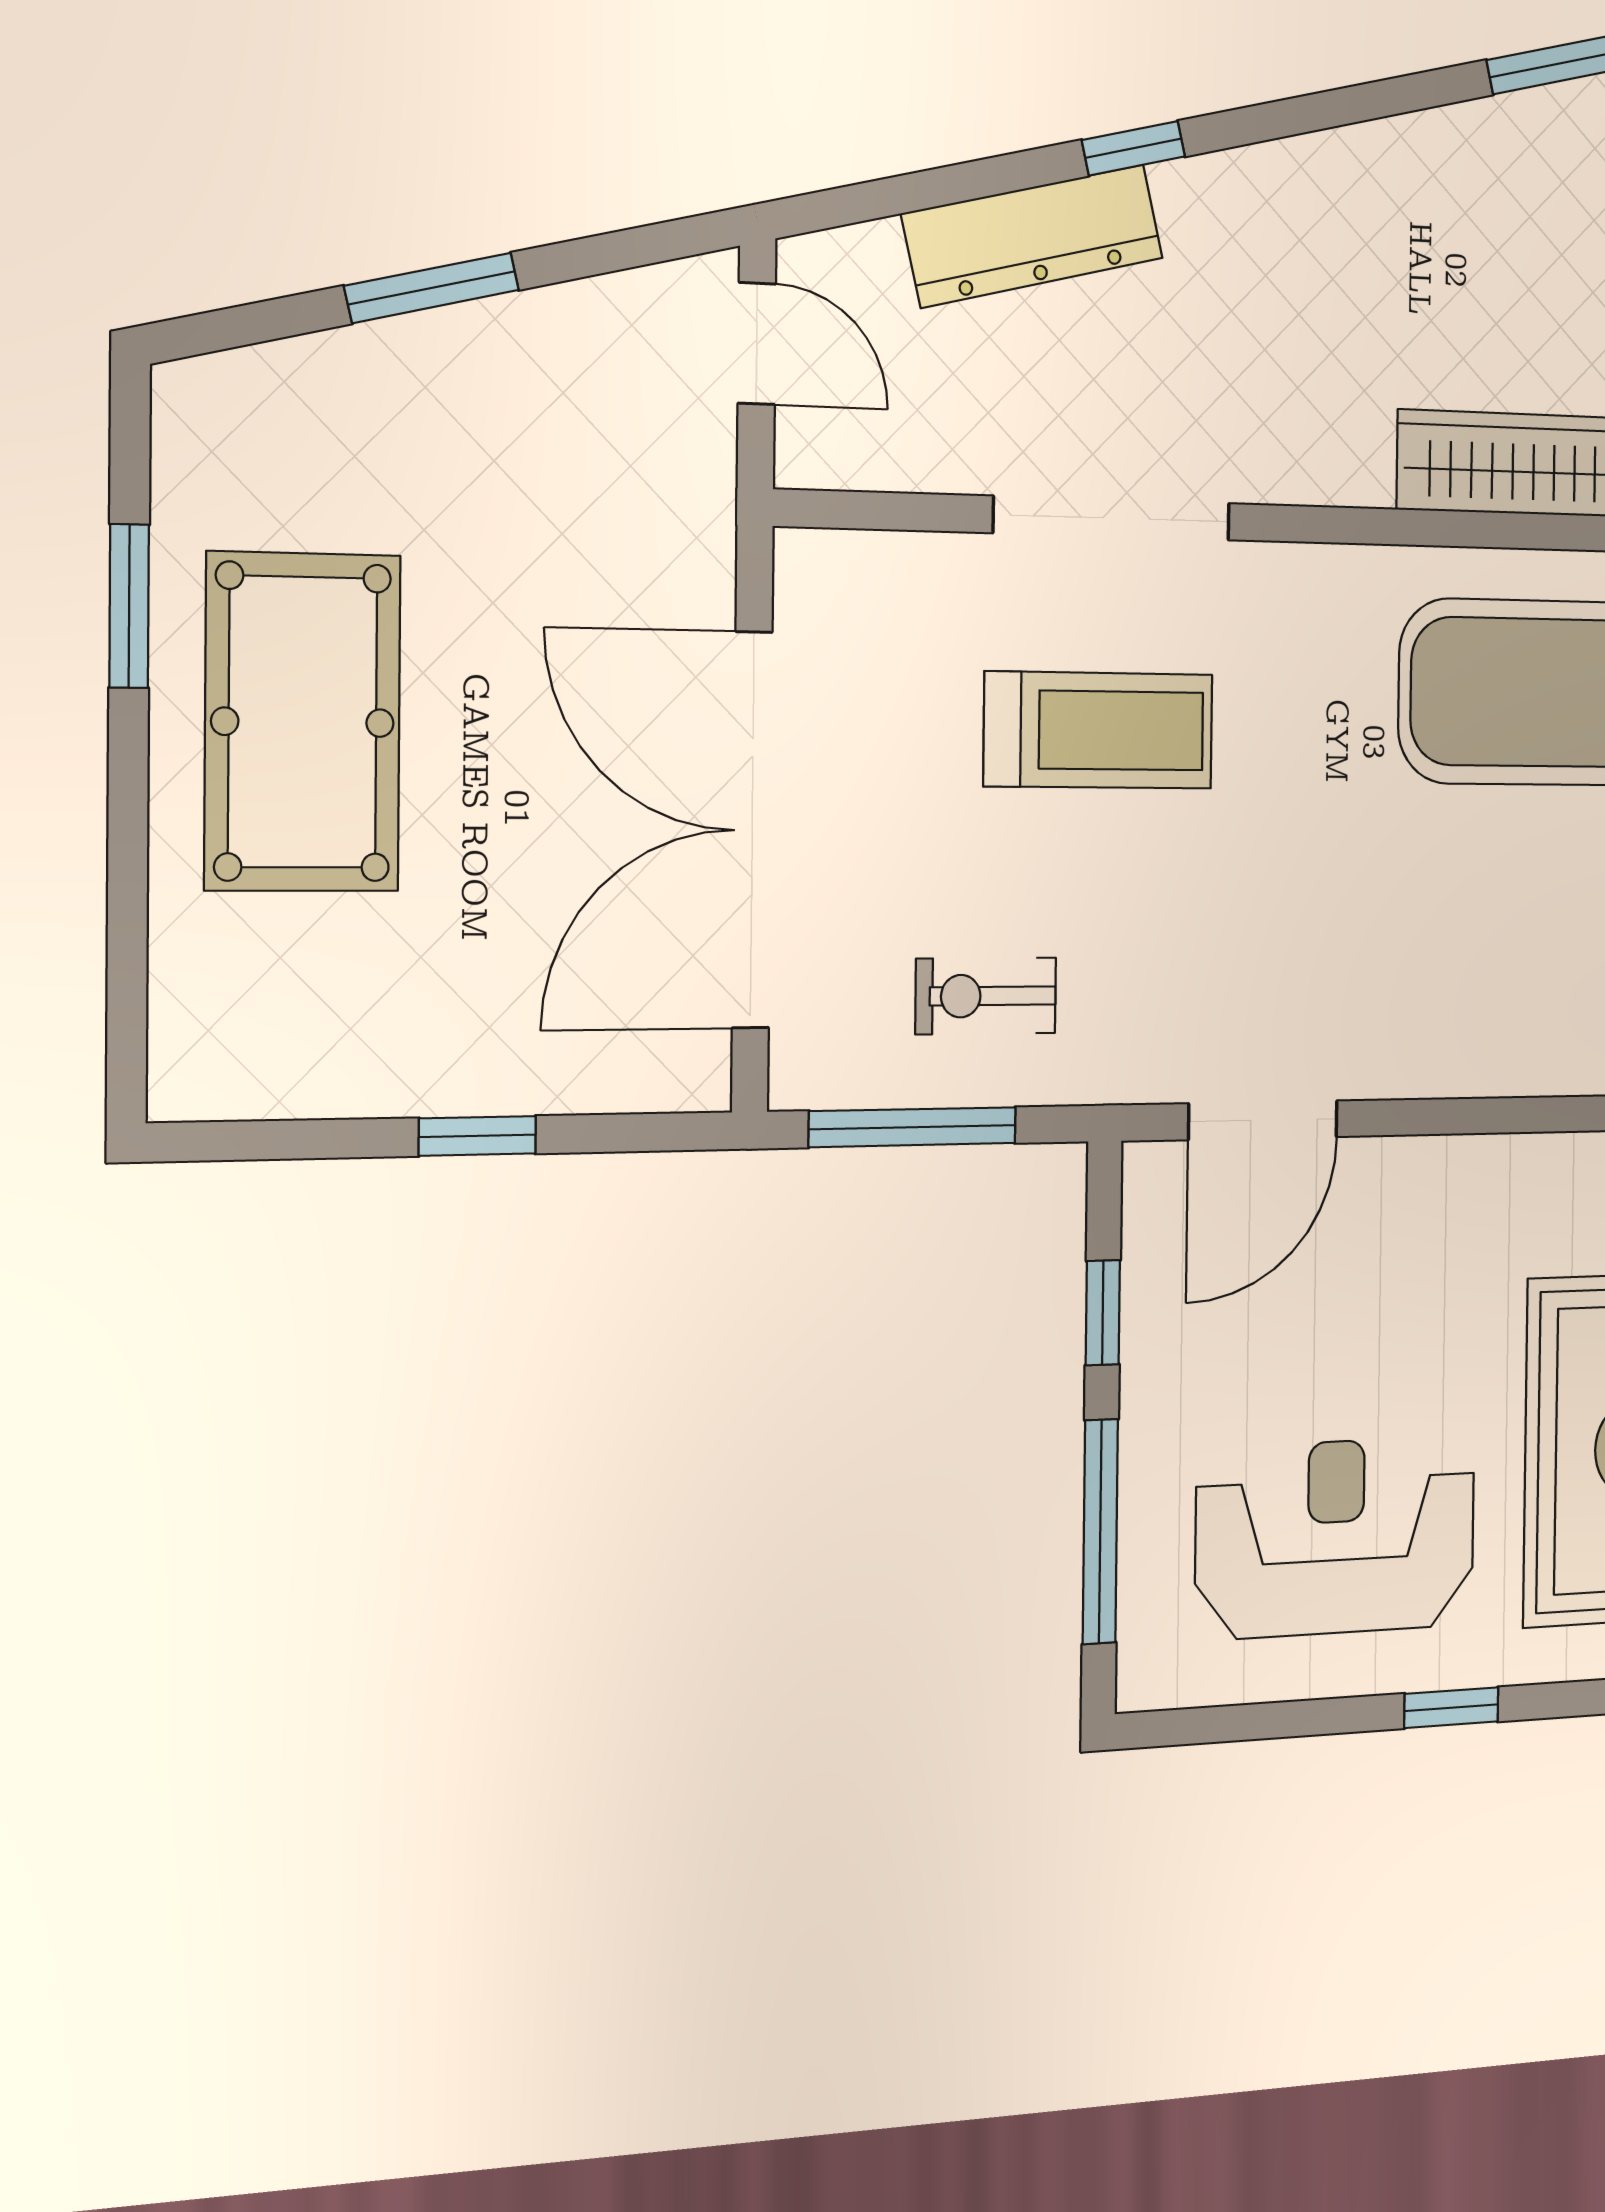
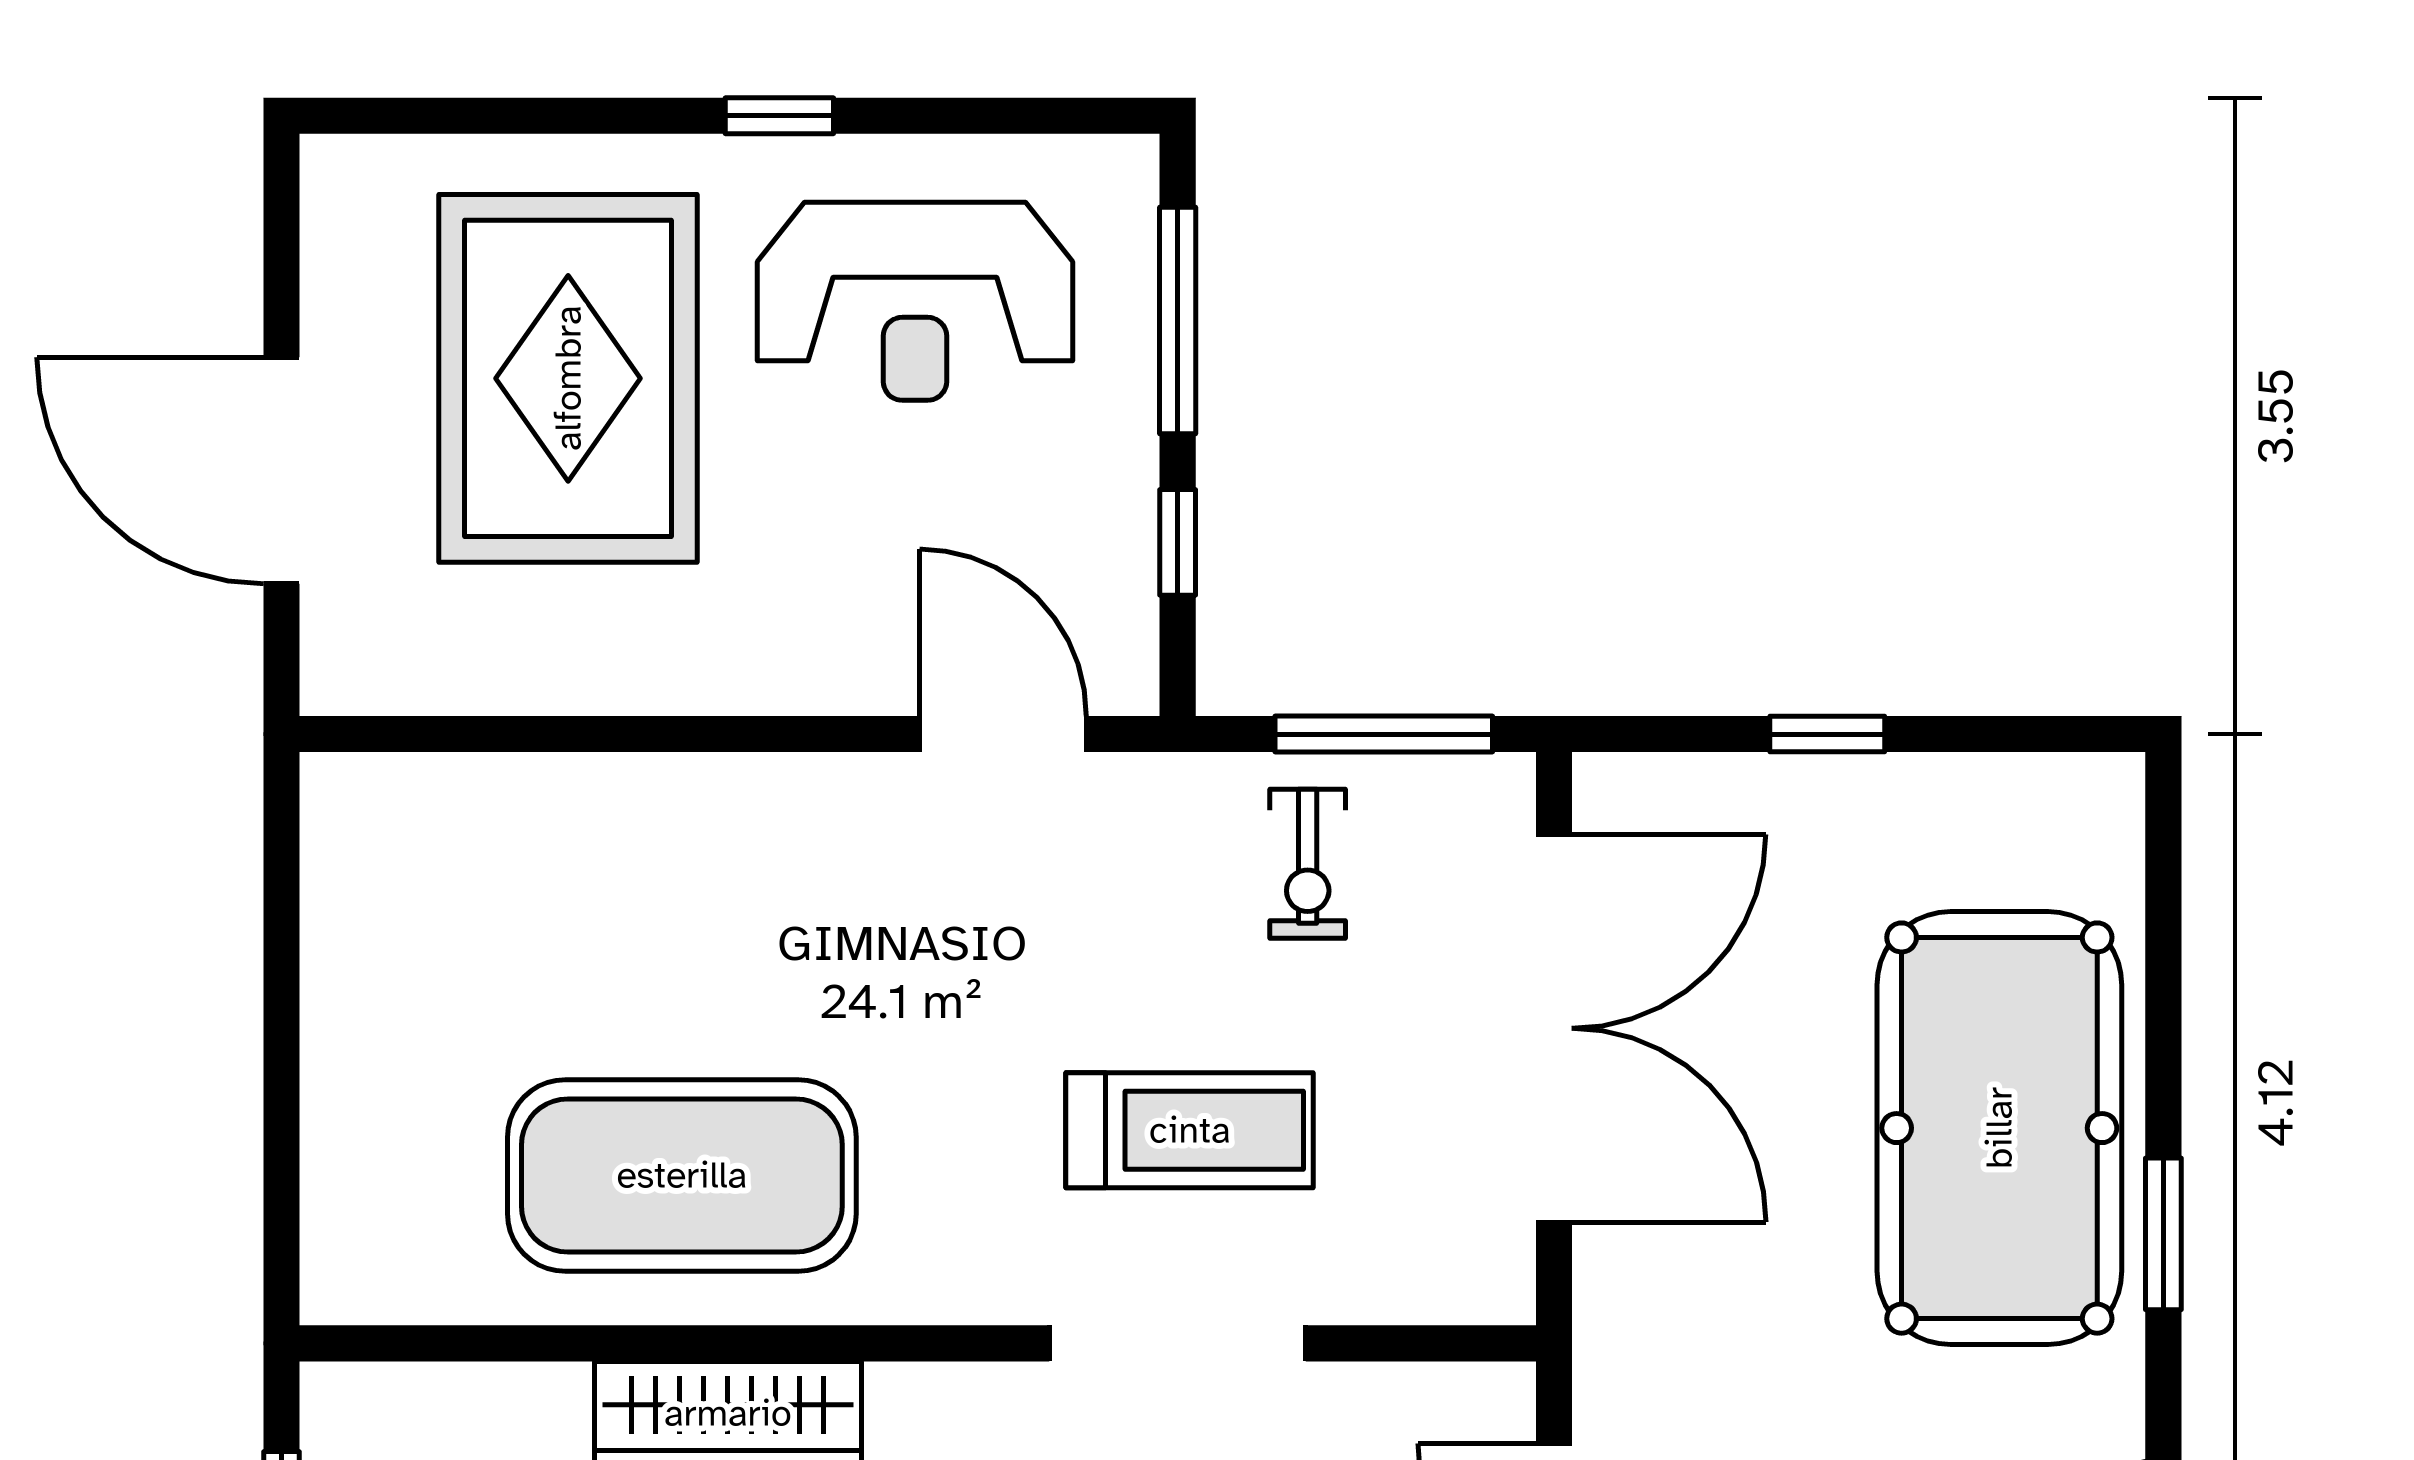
pool table: (303, 722) -> (1999, 1128), width x1.36, depth x1.32
treadmill: (1099, 730) -> (1190, 1130), turned 180
exercise bike: (986, 996) -> (1308, 864), turned 90
door: (1263, 1120) -> (1003, 734), hinge flipped

